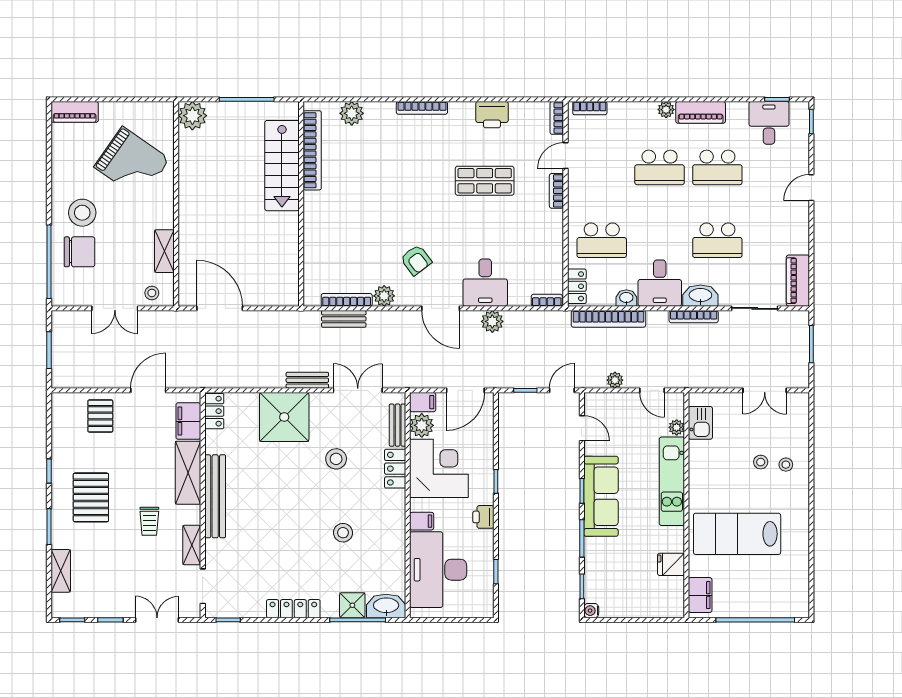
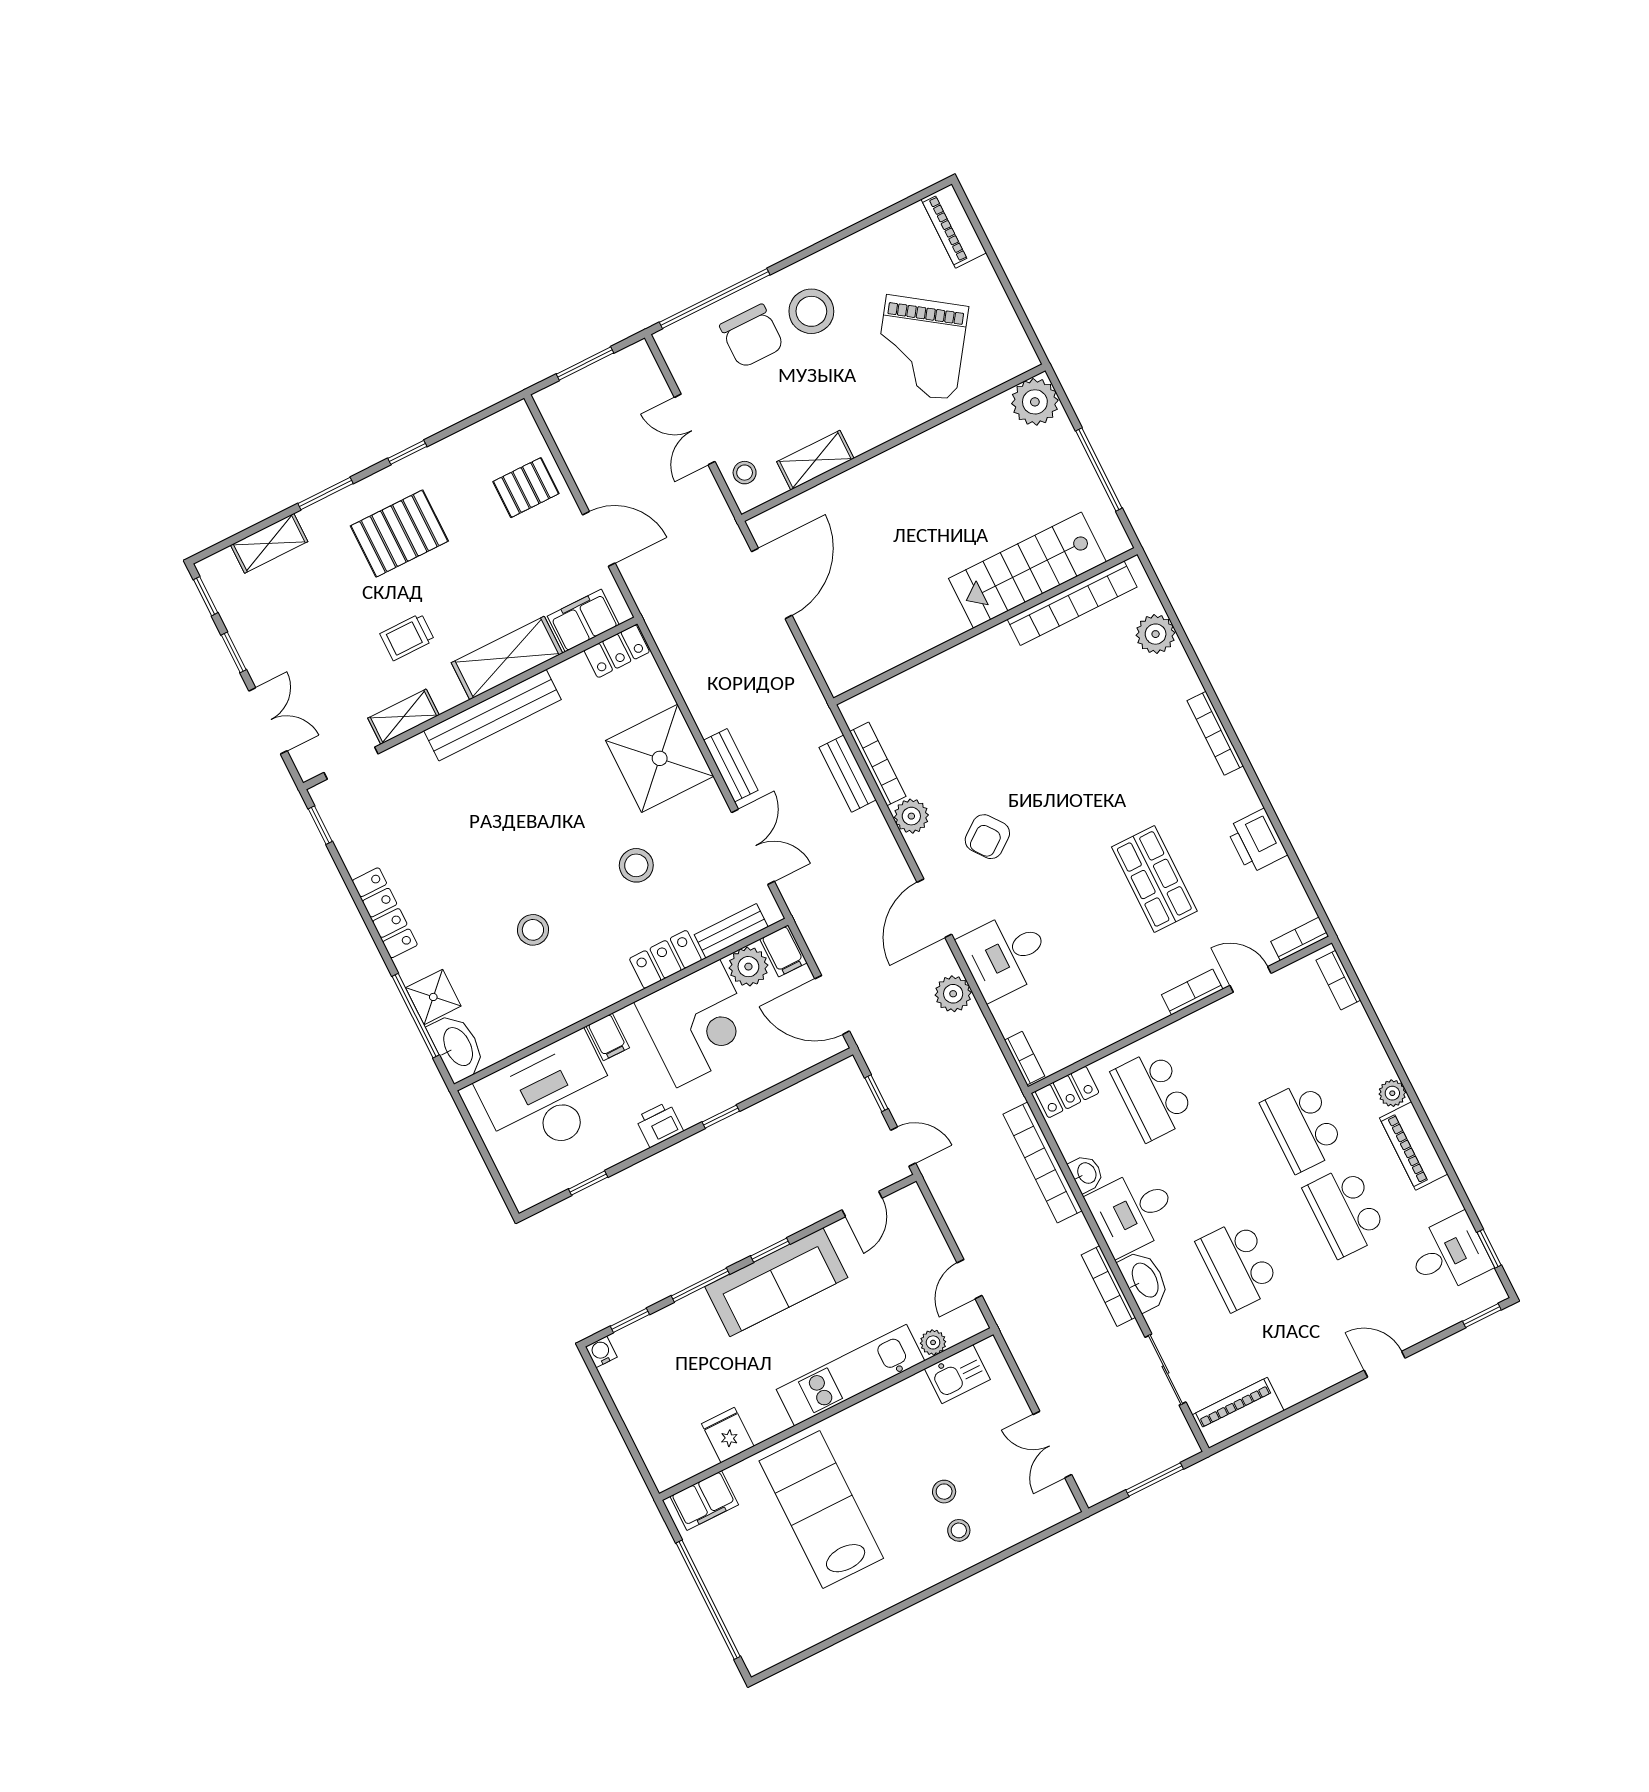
plant: (615, 380) -> (957, 1217), removed

